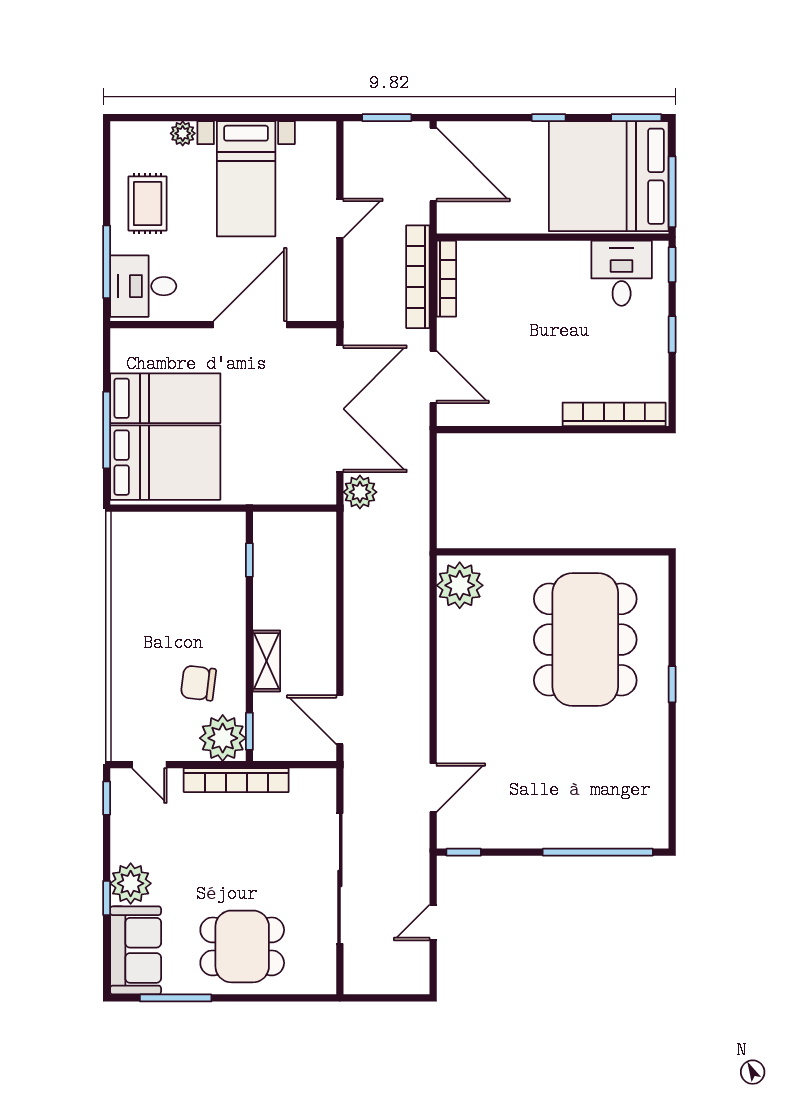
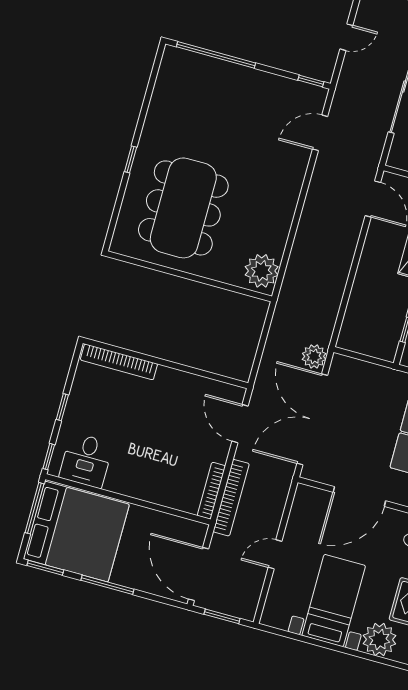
window: (549, 118) -> (107, 585), width x2.17
plant: (183, 133) -> (379, 640), width x1.87, depth x1.87

